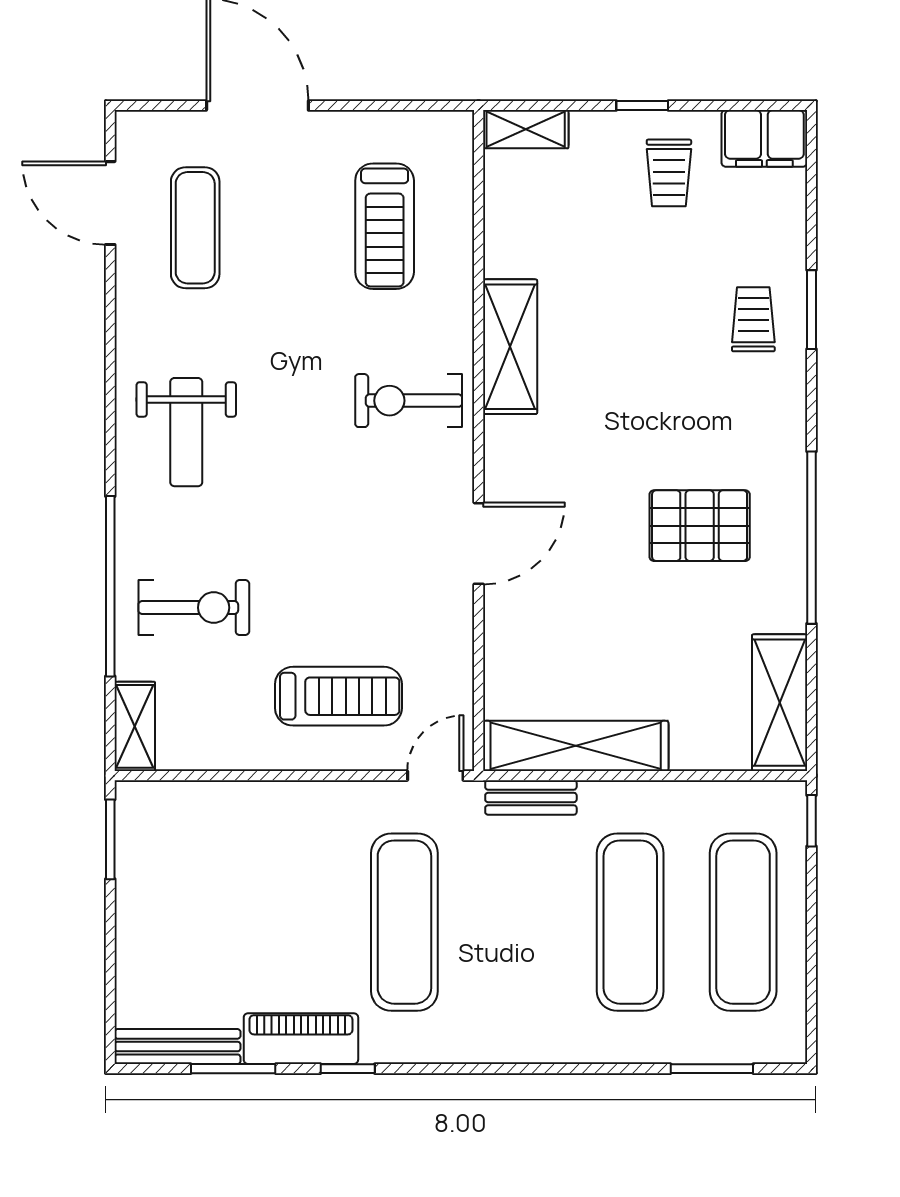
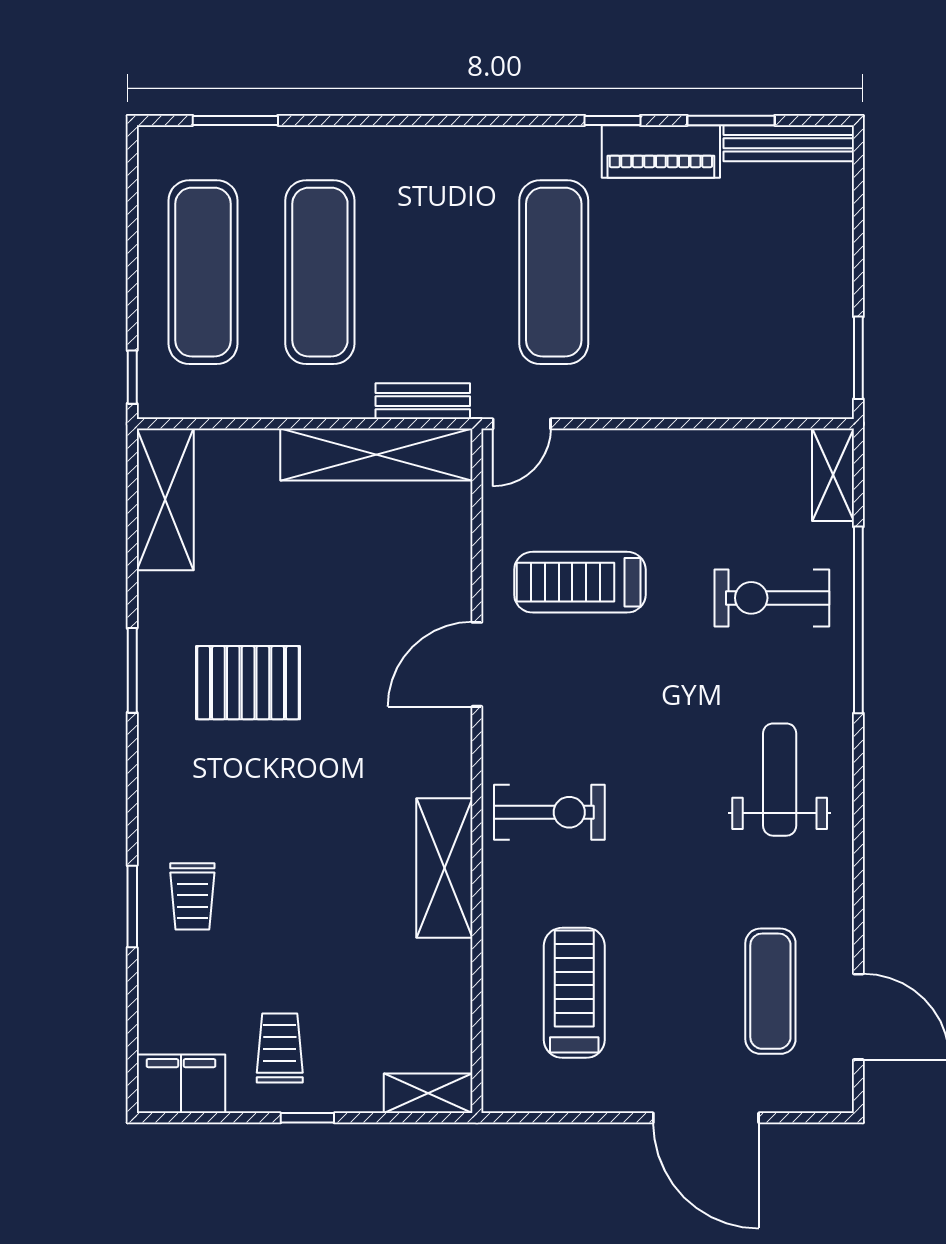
window: (811, 538) -> (132, 670), width x0.47
treadmill: (338, 696) -> (580, 582), moved

